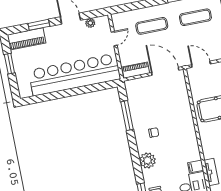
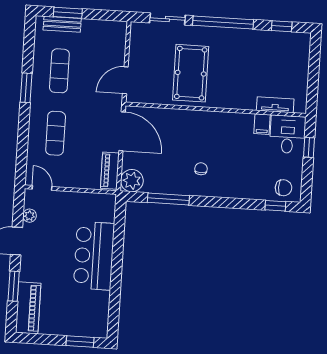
door: (114, 39) -> (42, 188), moved
window: (9, 64) -> (80, 341), moved
door: (165, 71) -> (122, 131), swing flipped
bar counter: (74, 75) -> (94, 256), width x0.54
plant: (148, 160) -> (132, 181), moved

